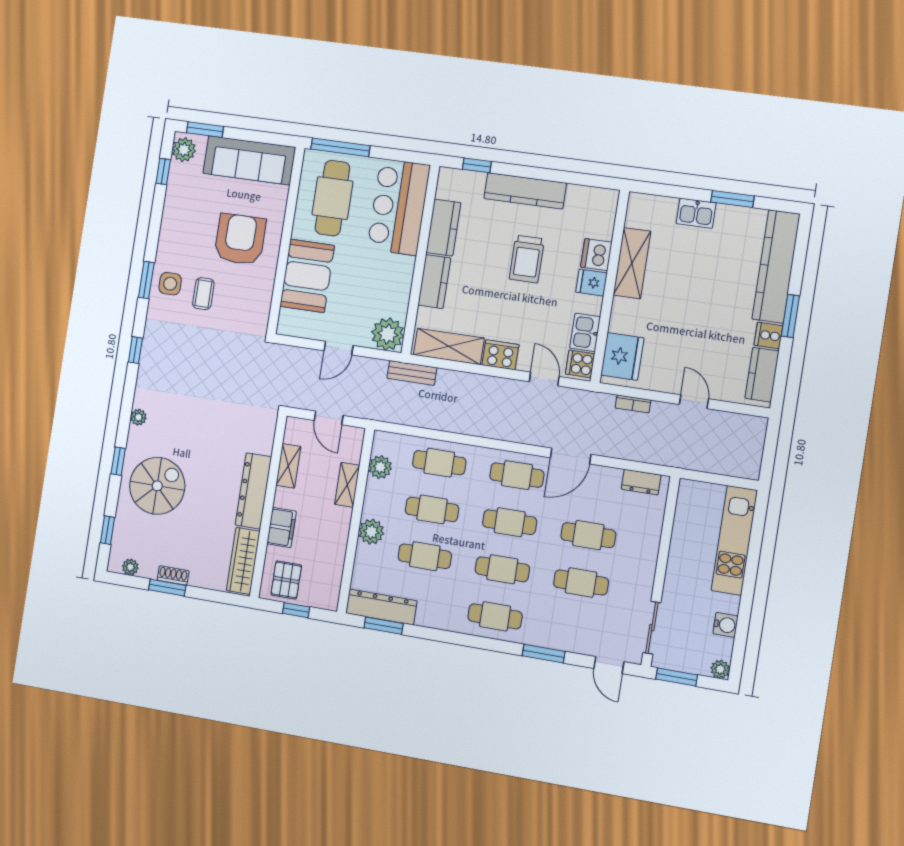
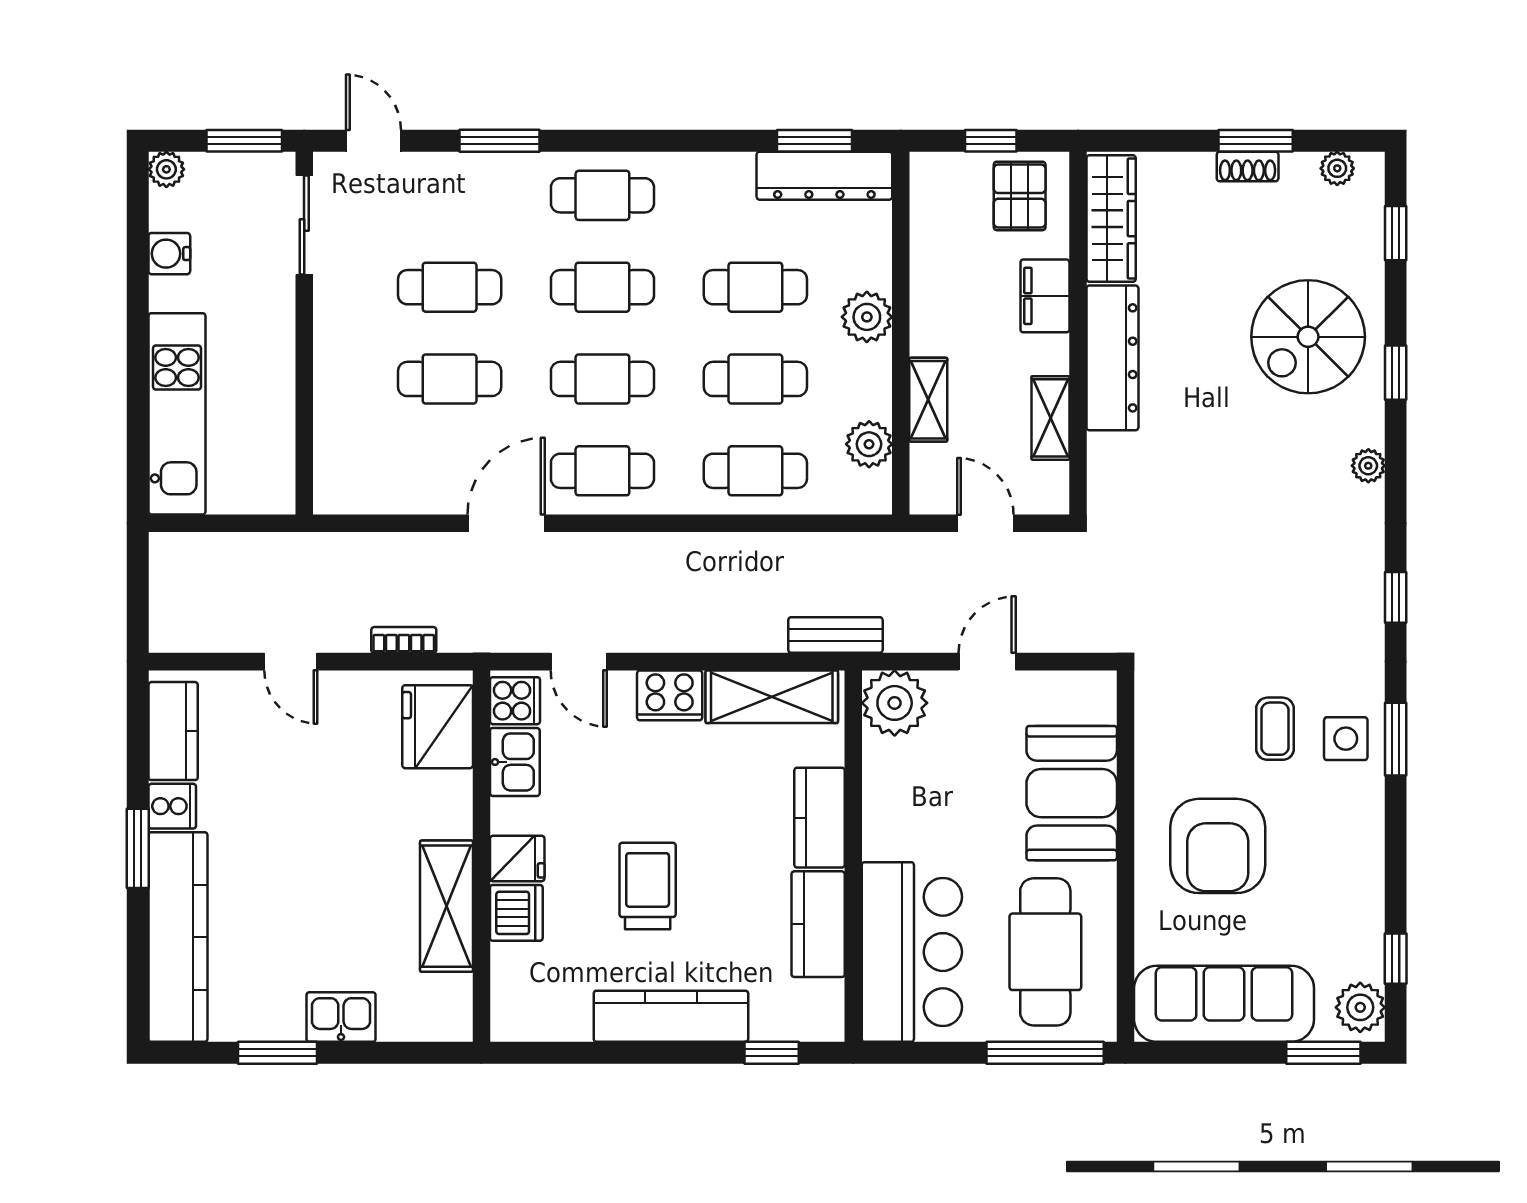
dresser: (641, 482) -> (366, 495), removed

